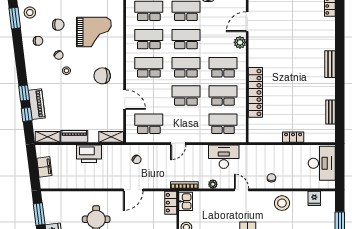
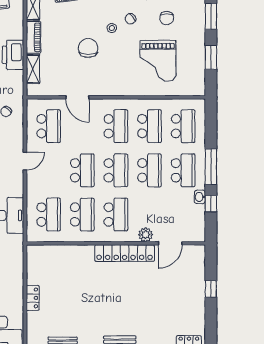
door: (247, 22) -> (170, 243), swing flipped
chair: (102, 76) -> (88, 48), moved
locker: (255, 92) -> (125, 253), moved
door: (125, 100) -> (77, 97), hinge flipped
shelving: (111, 137) -> (33, 69), moved
door: (178, 144) -> (25, 161), swing flipped

